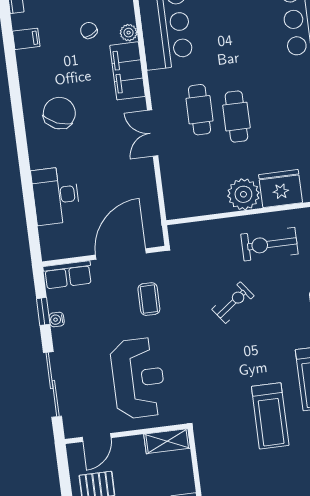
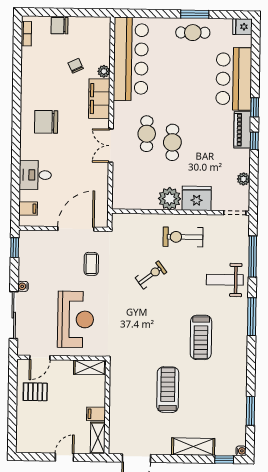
filing cabinet: (26, 39) -> (28, 209), moved
chair: (59, 113) -> (46, 122), turned -113
desk: (56, 196) -> (35, 175), width x0.73
row of seats: (68, 275) -> (36, 238), removed
window: (43, 311) -> (15, 248), moved
water cooler: (57, 319) -> (23, 286), moved
treadmill: (270, 416) -> (168, 390), moved, turned 180

